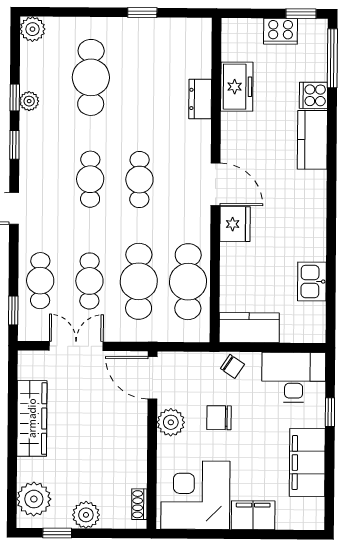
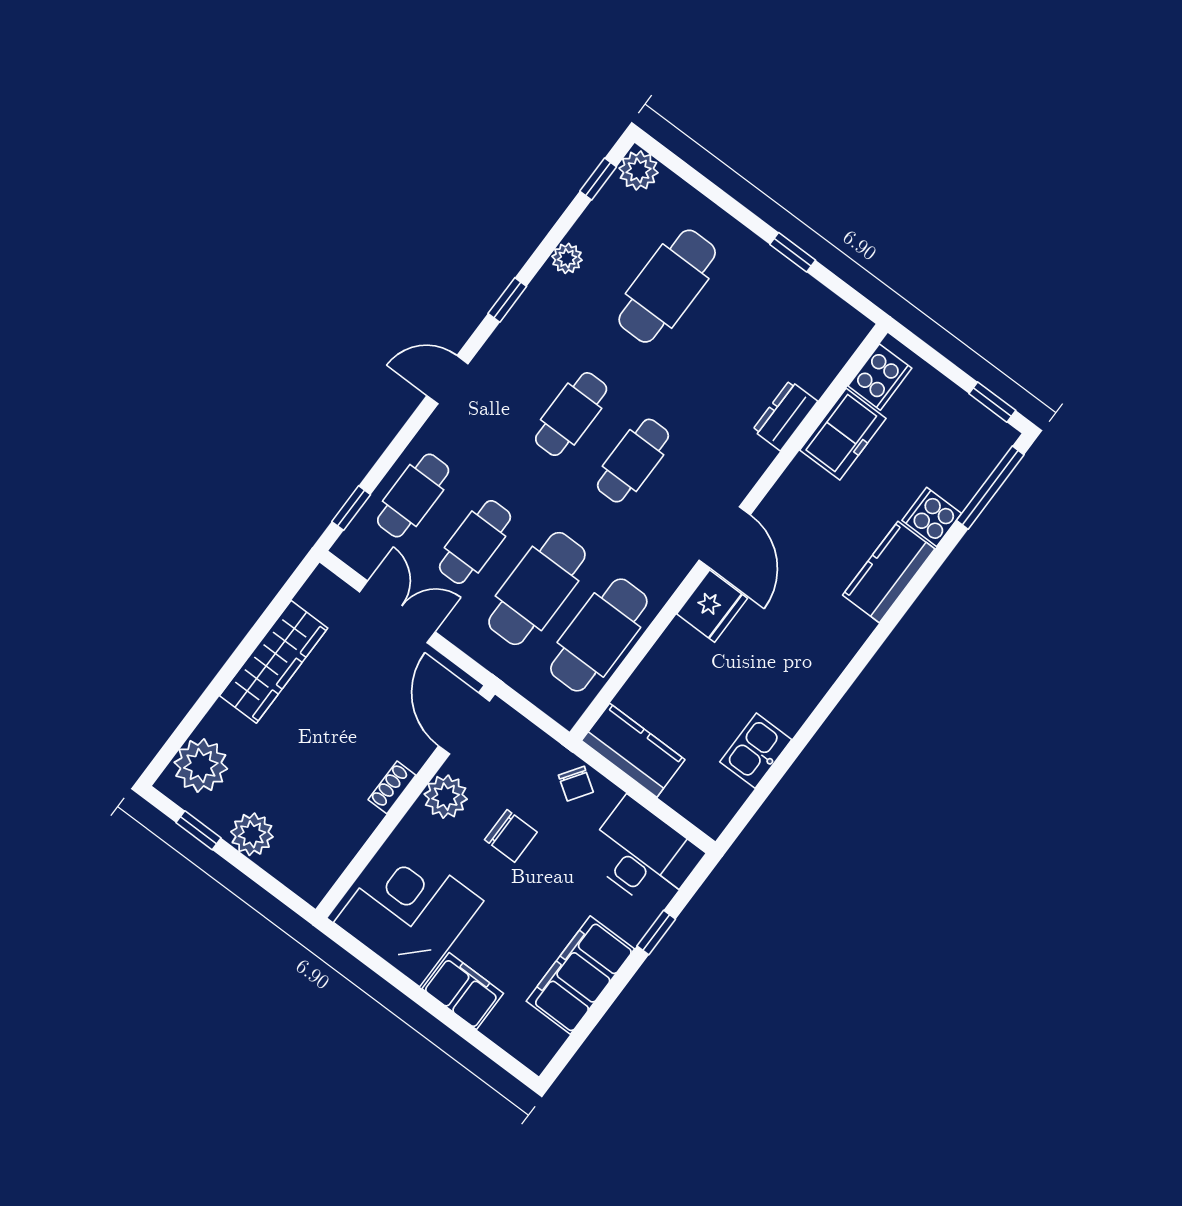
cooker: (281, 31) -> (880, 377), moved, turned -90
window: (15, 98) -> (598, 179), moved
chair: (219, 418) -> (511, 836), turned 180
shoe rack: (139, 504) -> (392, 787), moved

